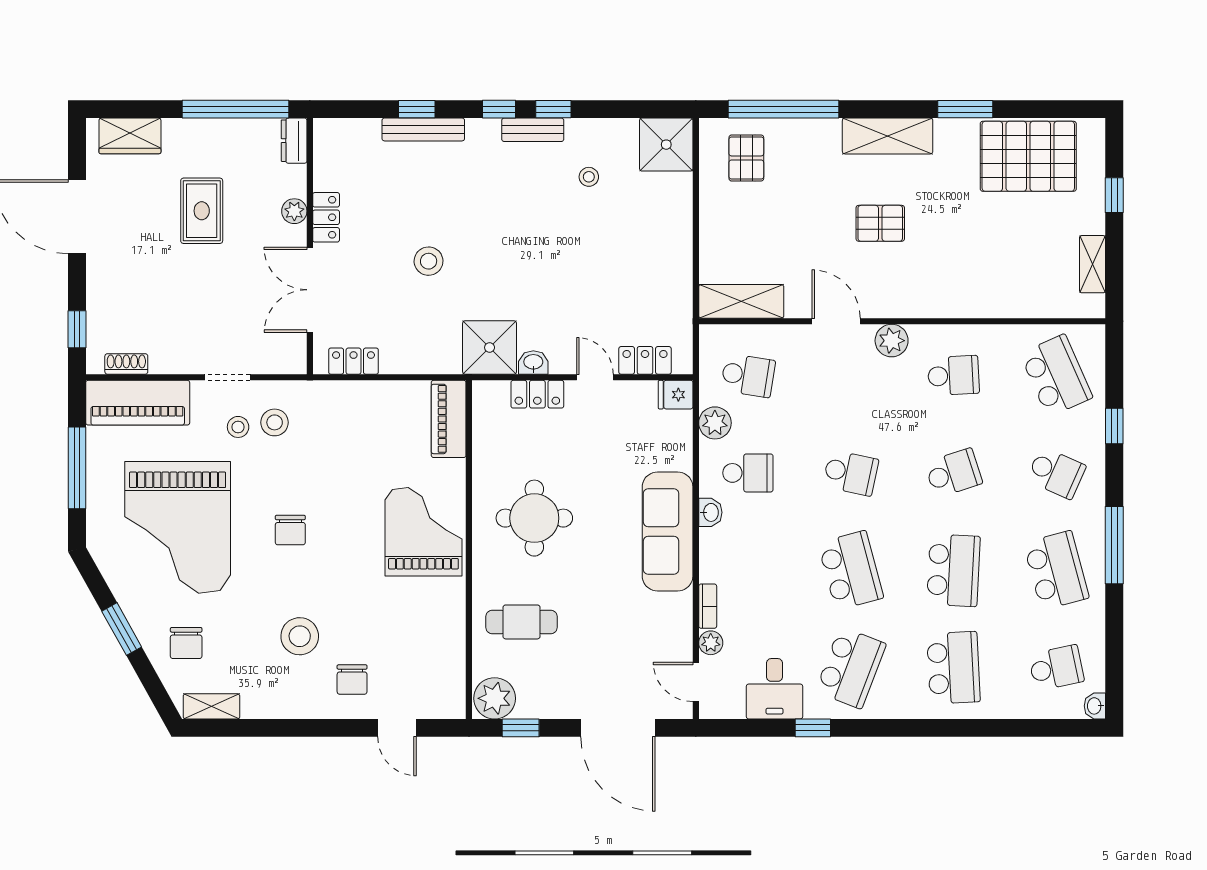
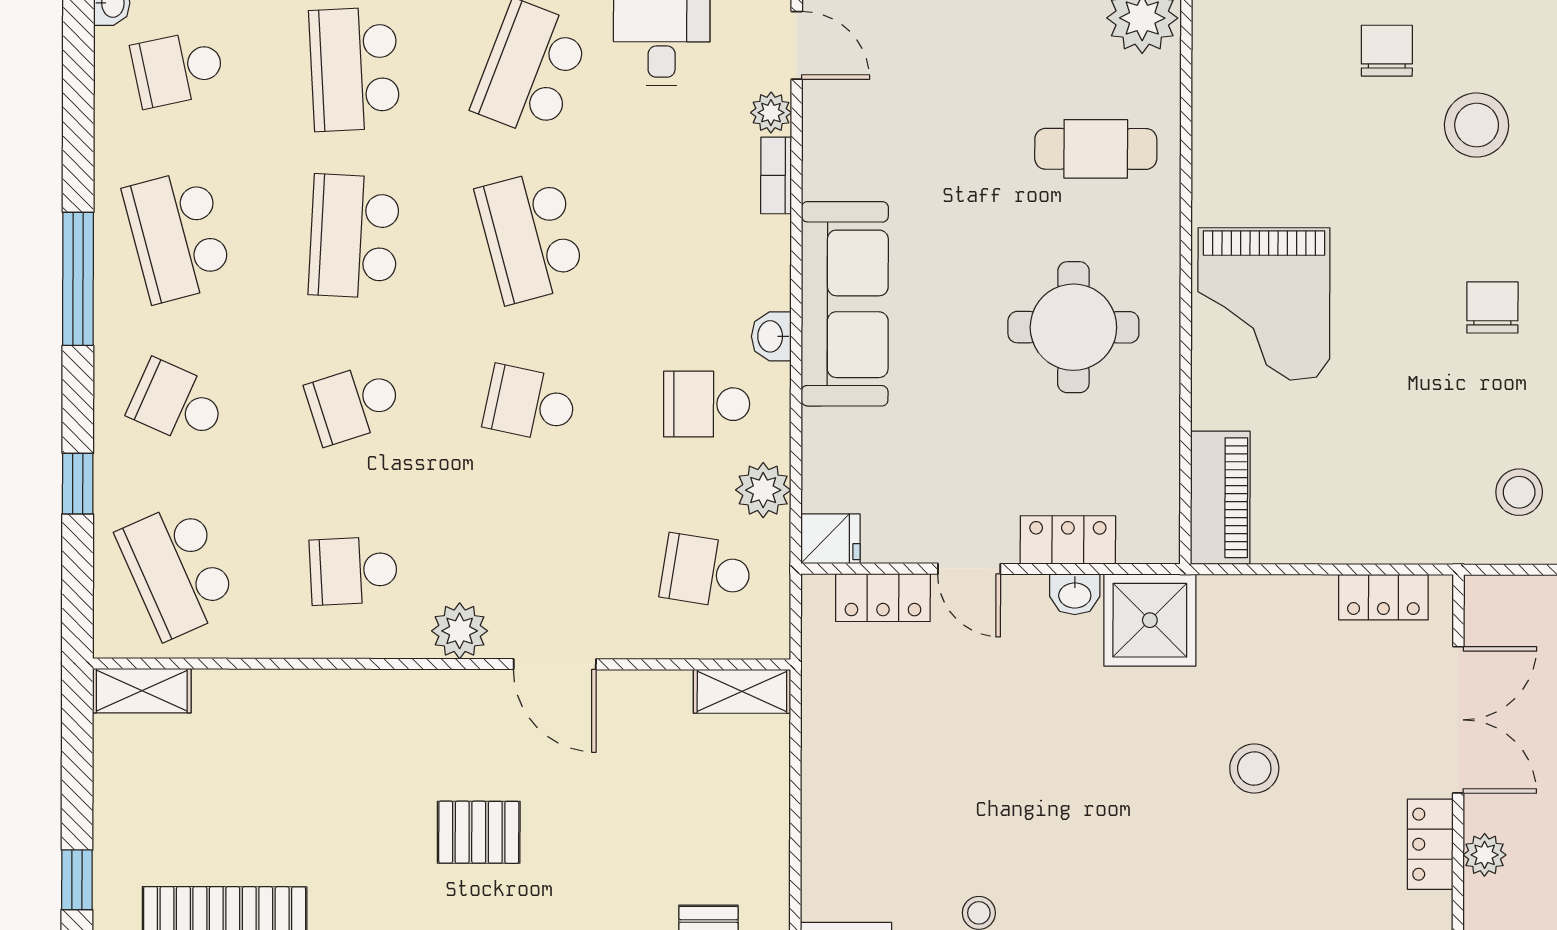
shelving: (1092, 264) -> (142, 691), moved, turned 90
shelving: (741, 301) -> (742, 691), width x0.67, depth x0.75

